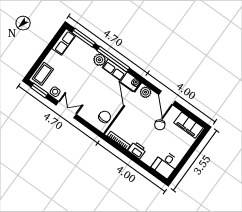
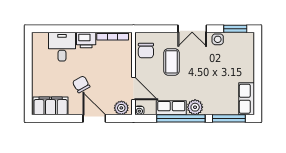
coffee table: (43, 74) -> (172, 62), moved
desk: (165, 164) -> (62, 47), moved

